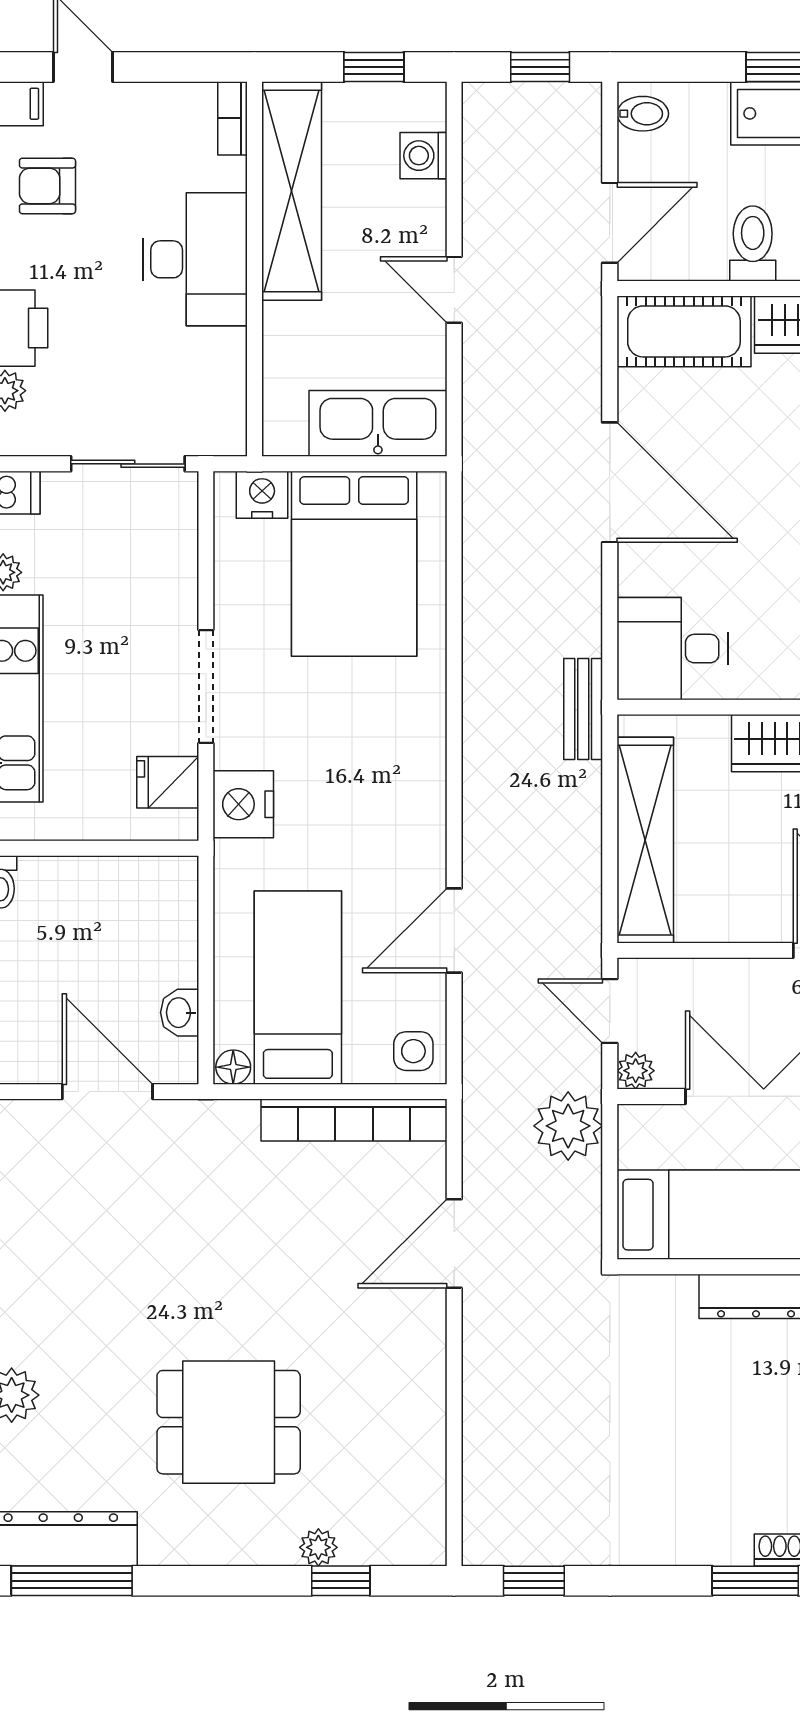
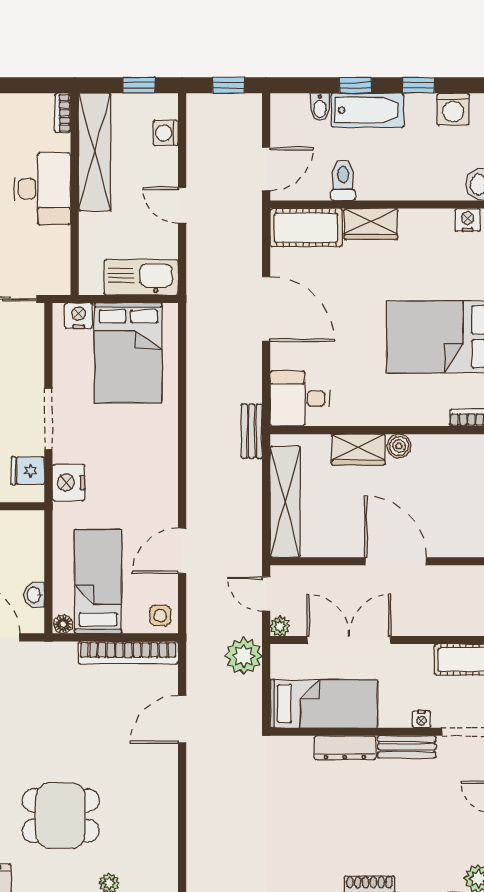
bidet: (643, 114) -> (320, 107), moved, turned 90

